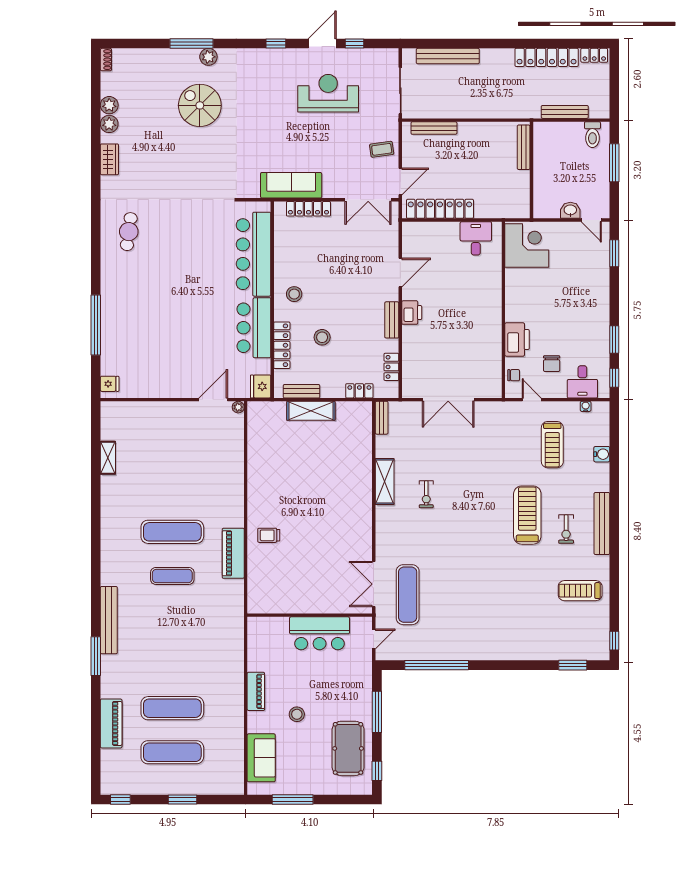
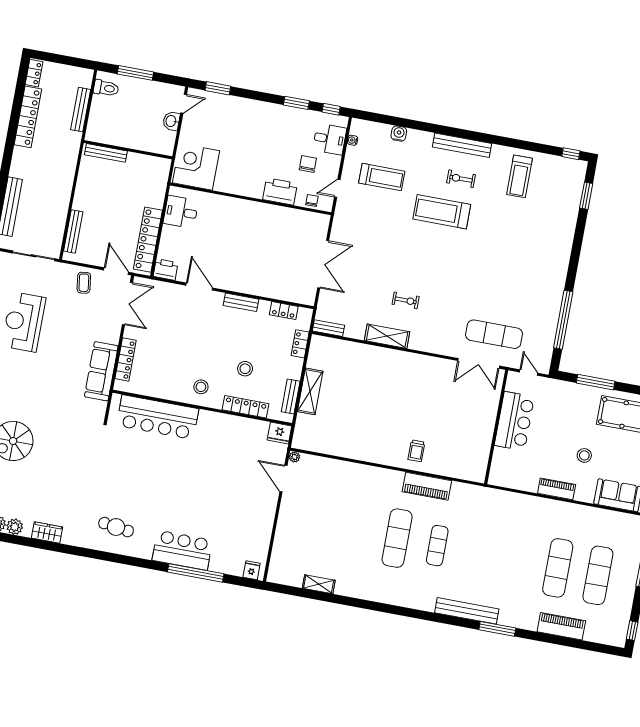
printer: (412, 313) -> (166, 270), moved
bar counter: (254, 328) -> (182, 550), moved, turned 180
chair: (552, 364) -> (308, 164), turned -90
exercise bike: (566, 529) -> (461, 179), turned 180

